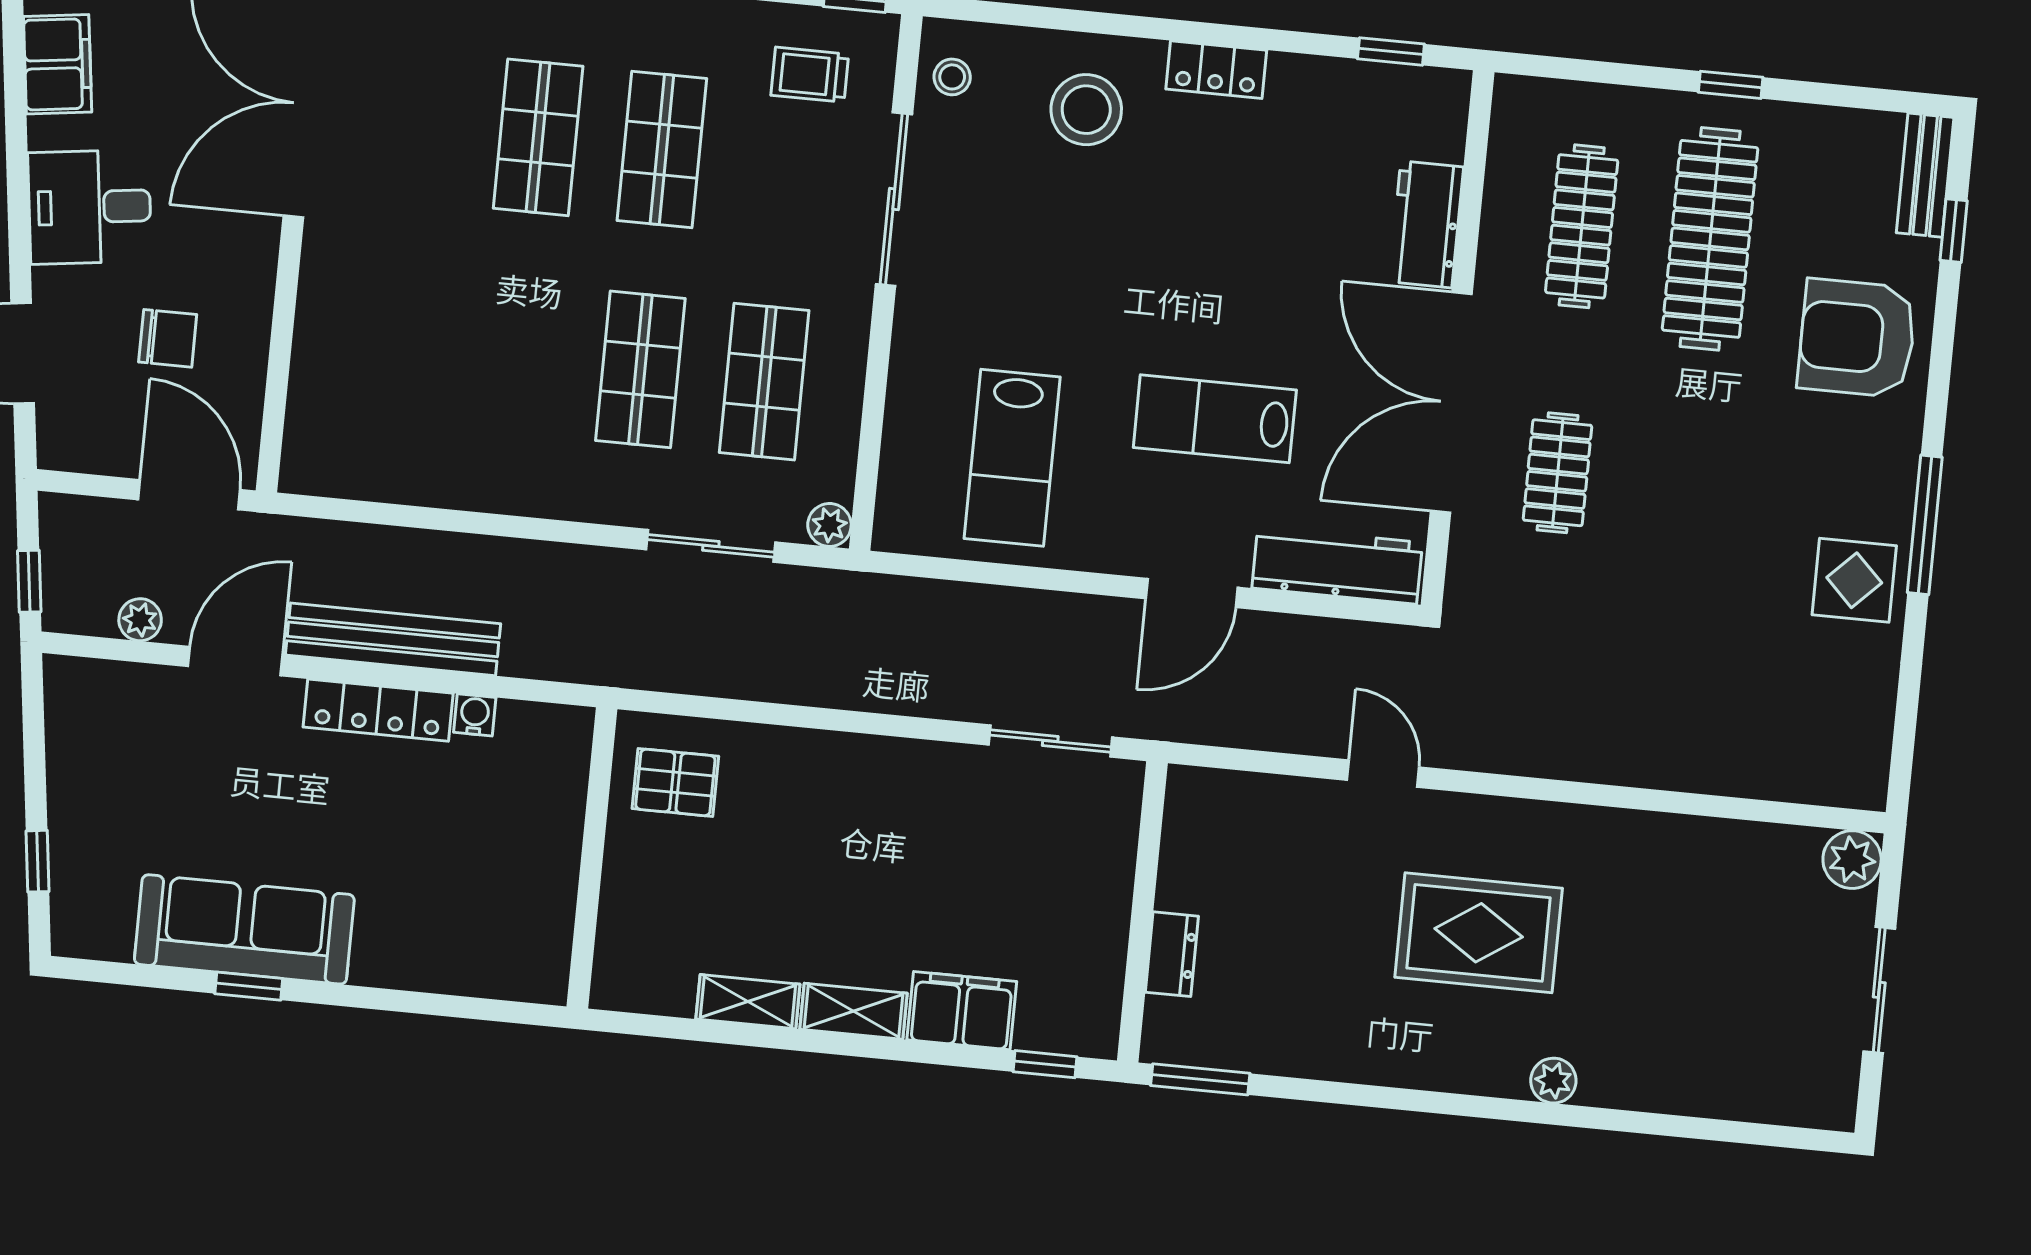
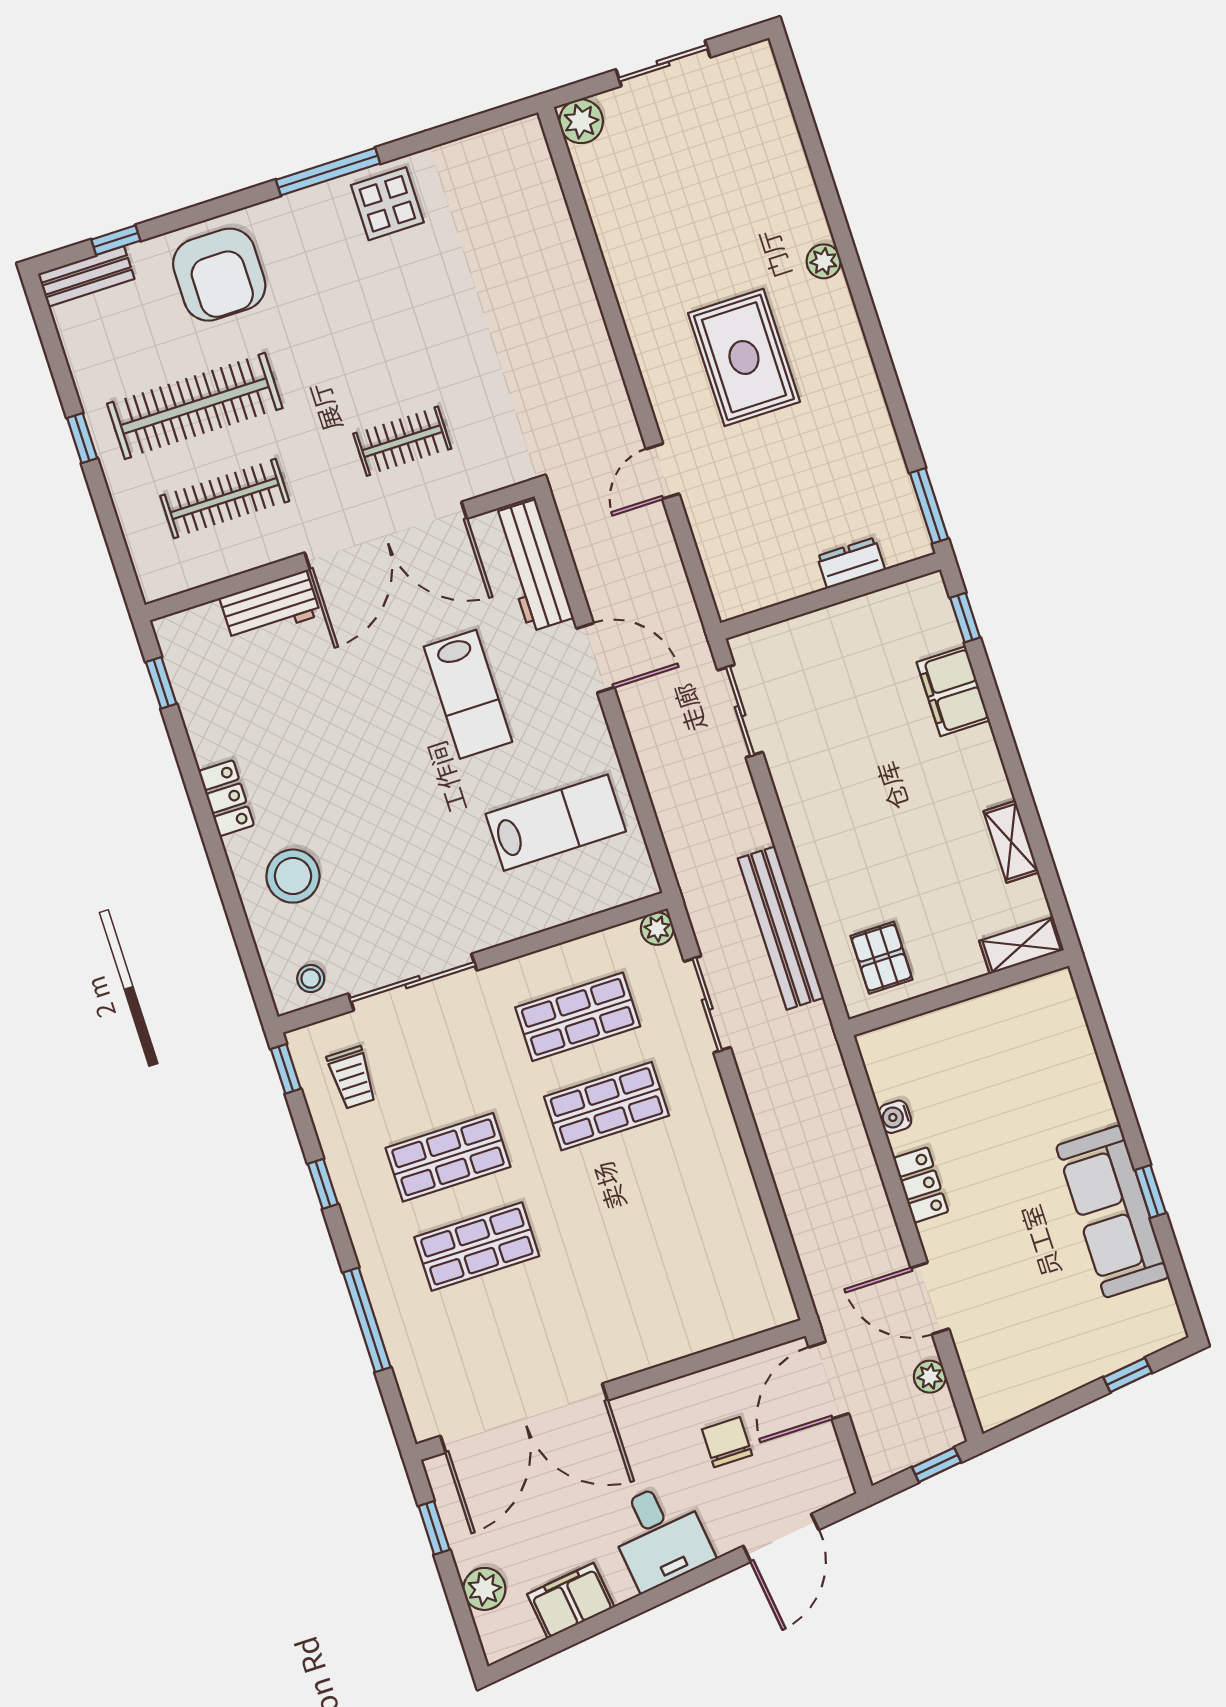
bench: (393, 639) -> (781, 928), moved
locker: (378, 710) -> (921, 1185), width x0.66
shelving: (854, 1011) -> (1022, 946), moved, turned 90

